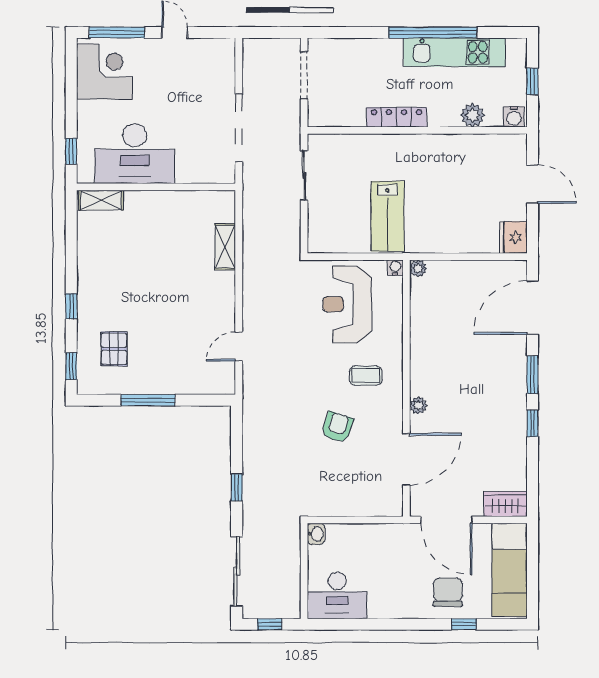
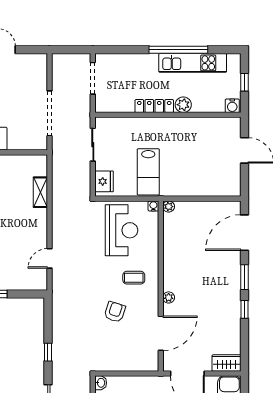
plant: (473, 115) -> (183, 105), moved
fridge: (513, 237) -> (104, 181), moved, turned 180
reception desk: (347, 304) -> (121, 230), turned 180

